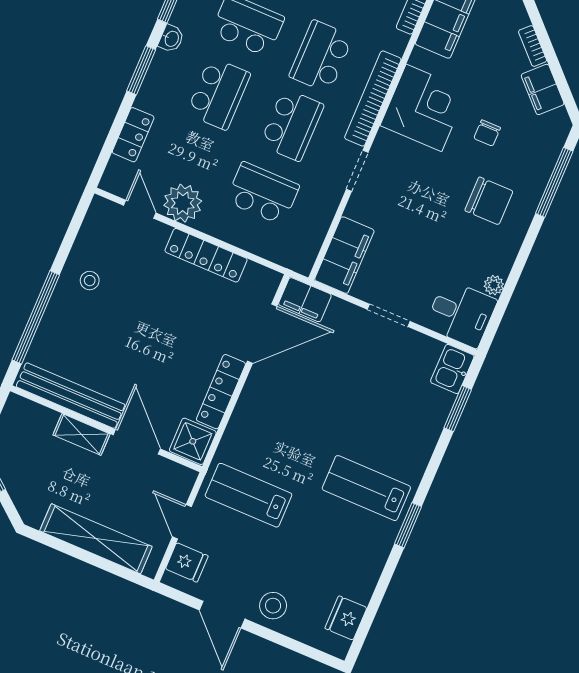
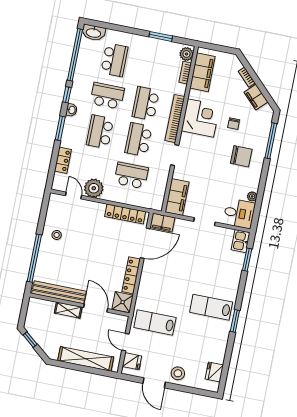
school desk: (218, 94) -> (100, 132), turned 180
school desk: (292, 125) -> (138, 139), turned 180
locker: (206, 255) -> (125, 214), moved

